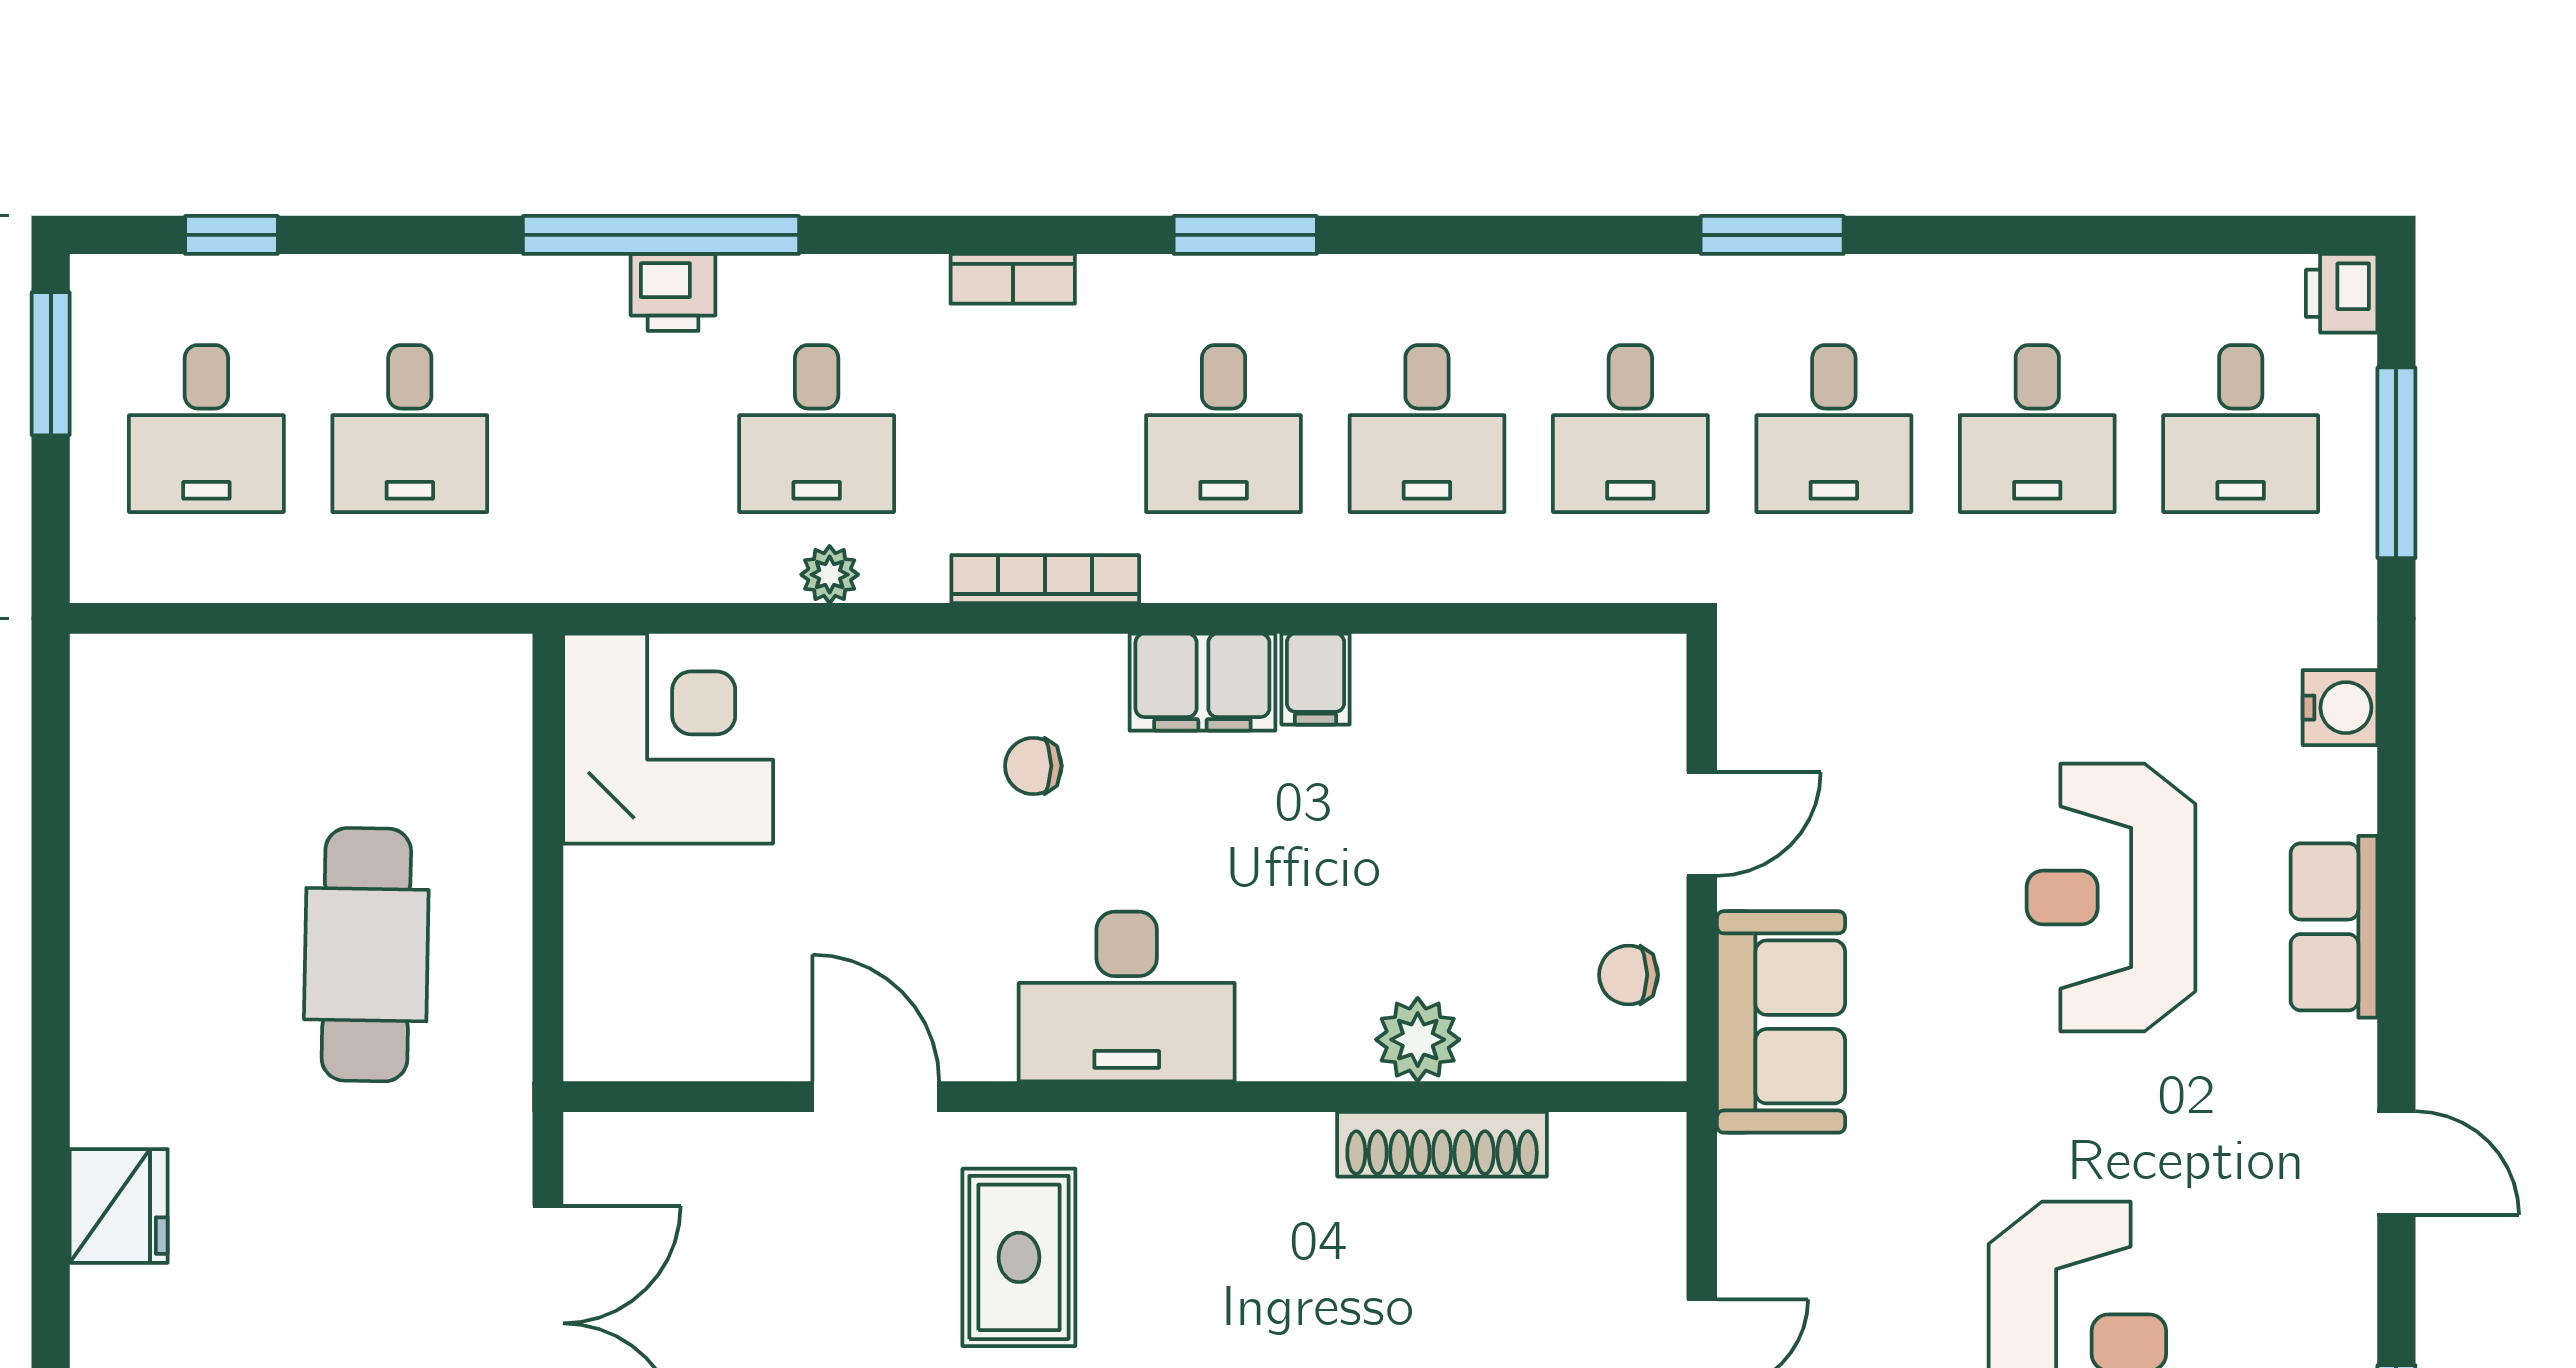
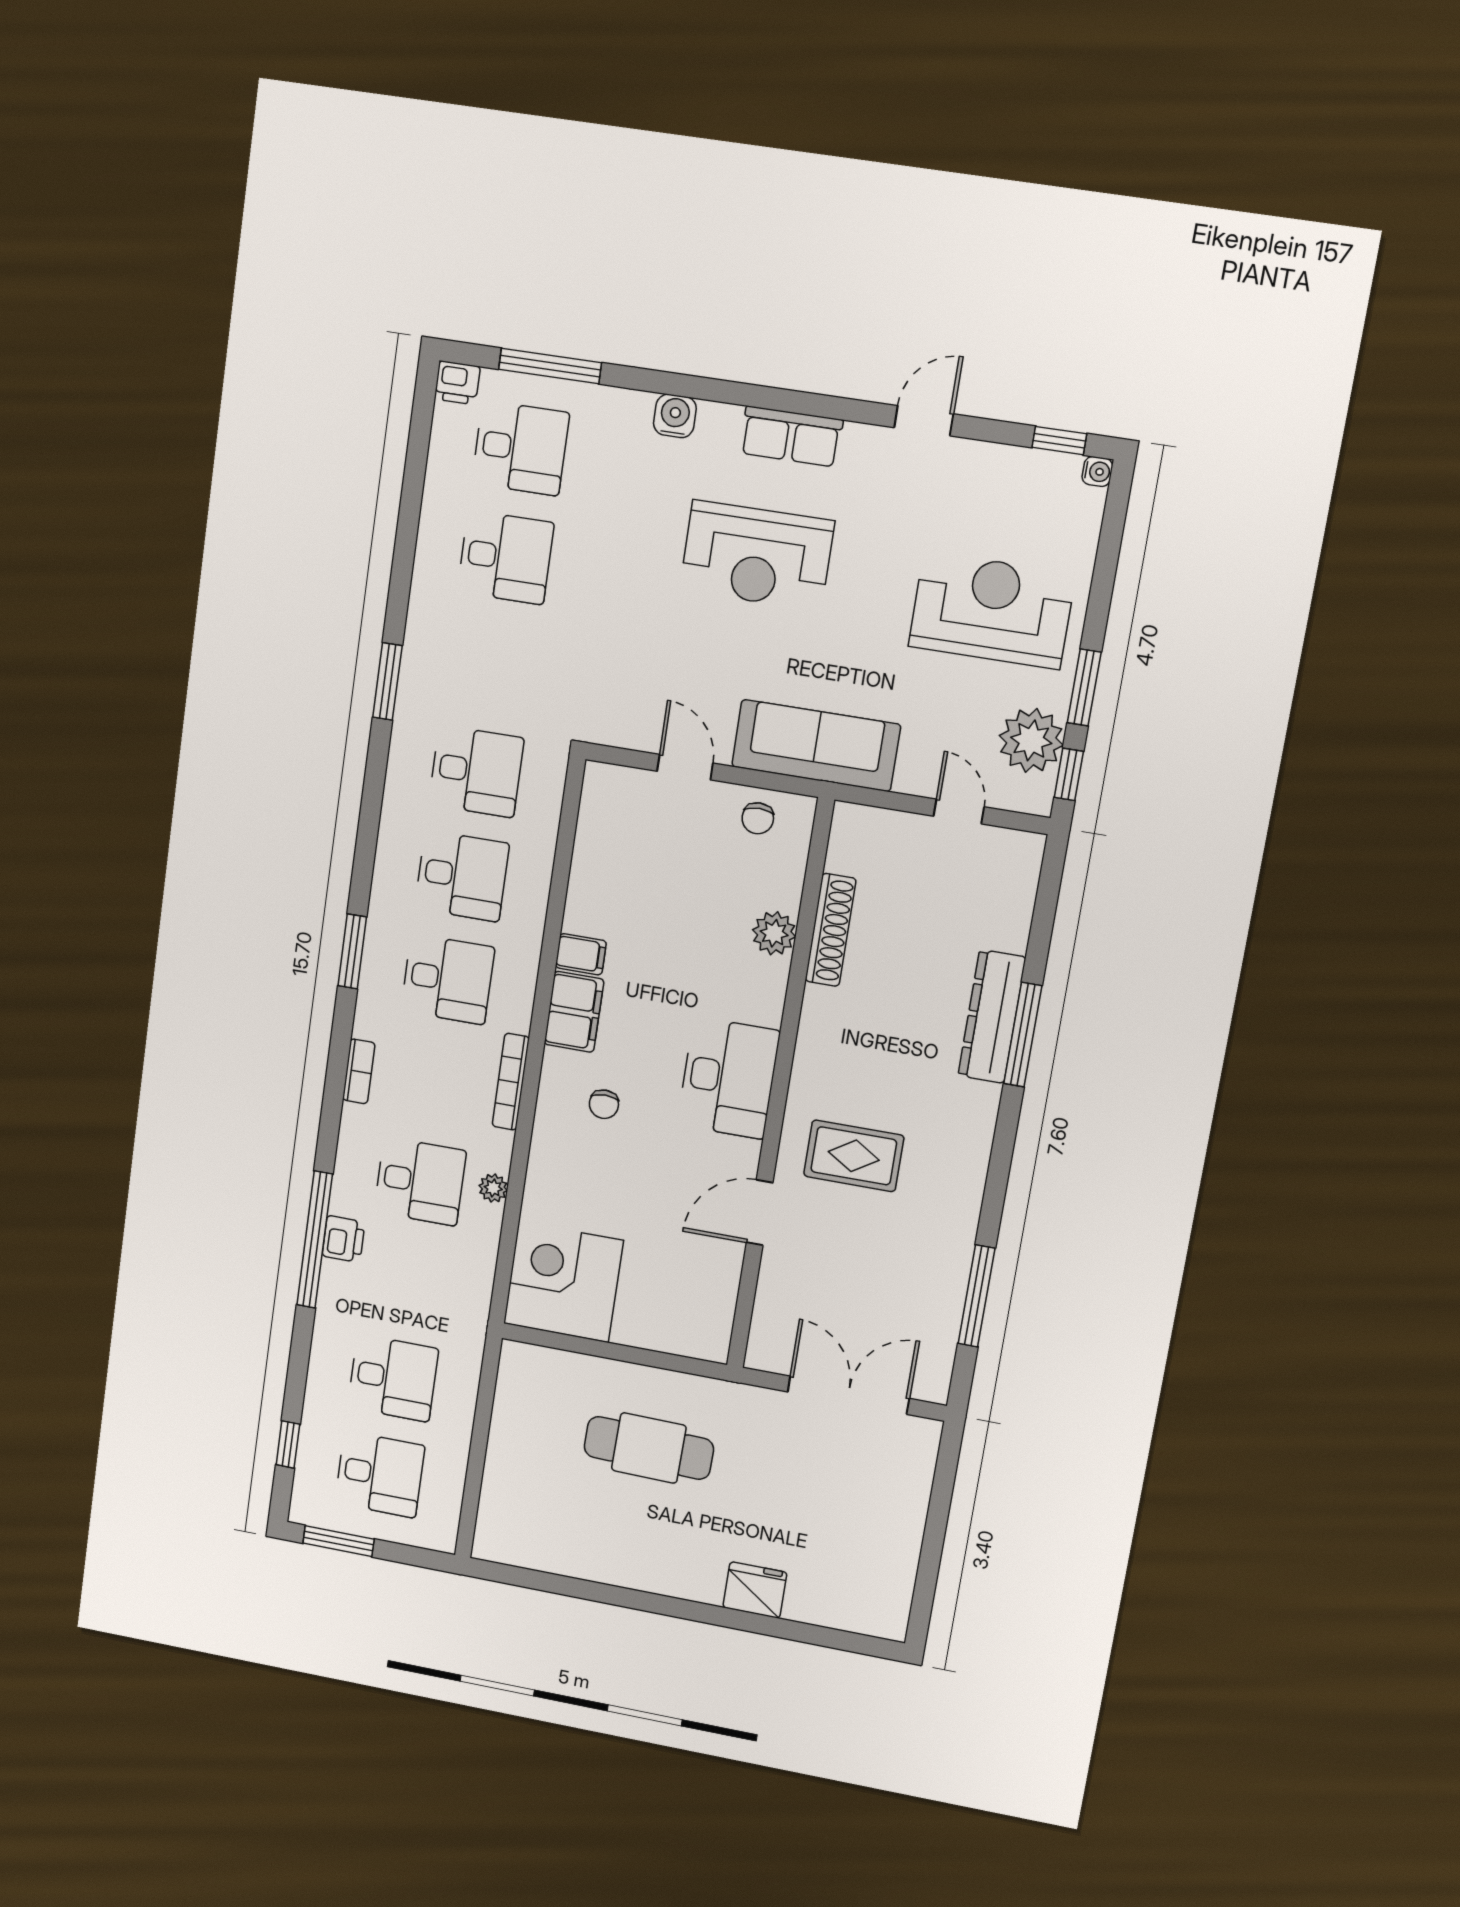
desk: (1834, 429) -> (491, 665), removed
sofa: (1781, 1022) -> (816, 746), width x1.36

